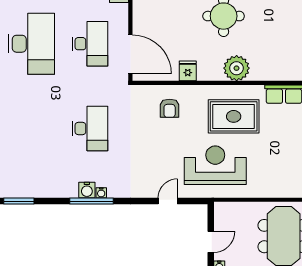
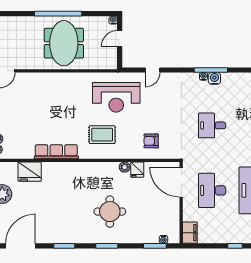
plant: (237, 68) -> (125, 167), moved, width x0.53, depth x0.53
armchair: (170, 108) -> (151, 141), turned -90
rug: (234, 116) -> (102, 135), width x0.73, depth x0.70
desk: (90, 129) -> (212, 125), width x0.73

